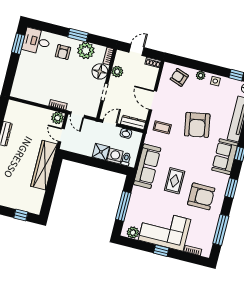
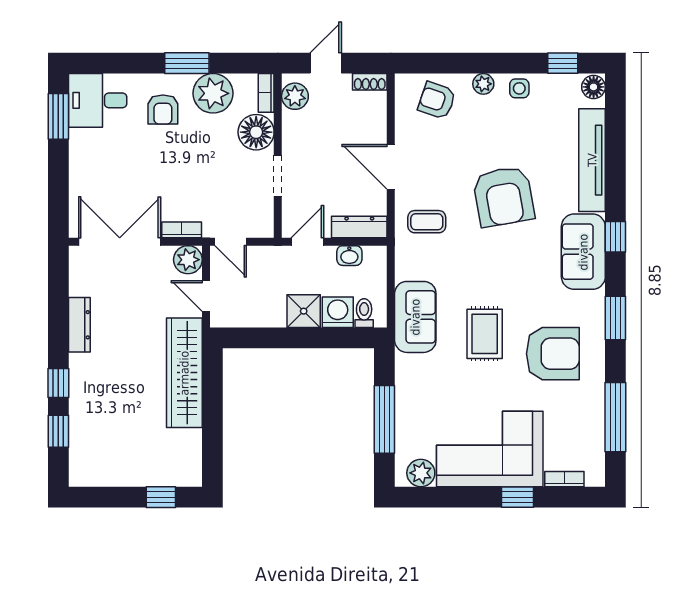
plant: (117, 72) -> (295, 96), moved
double door: (31, 103) -> (120, 242), added
sofa: (147, 166) -> (415, 317), width x0.73
window: (161, 251) -> (517, 497), moved

